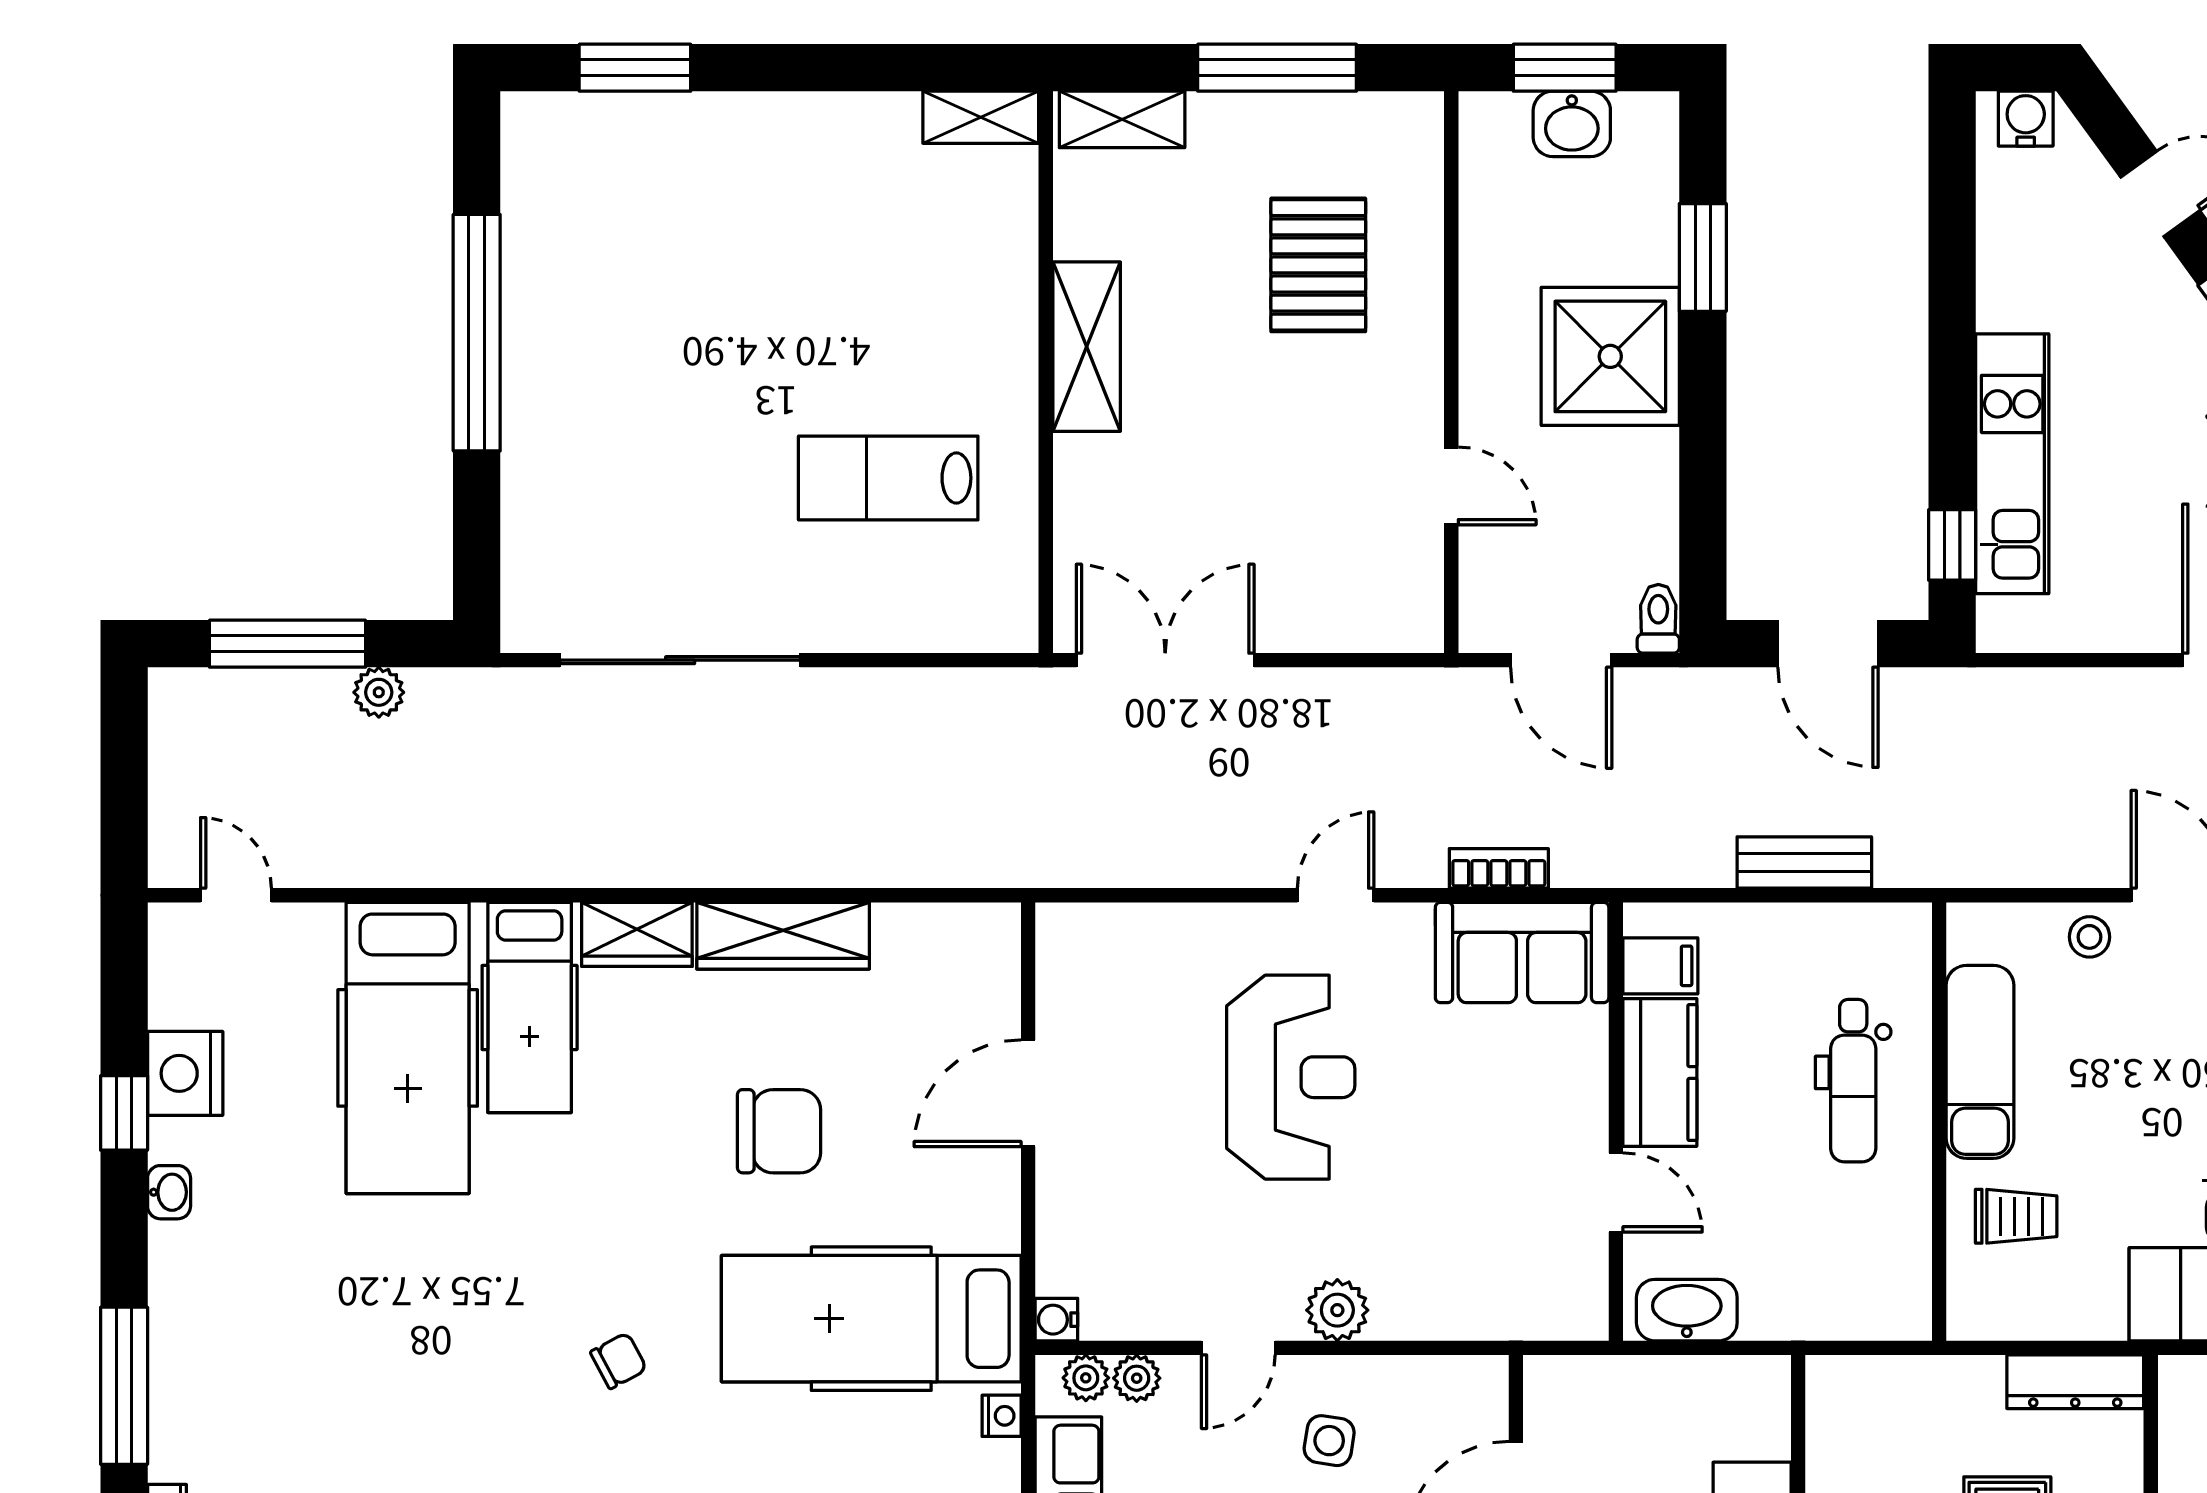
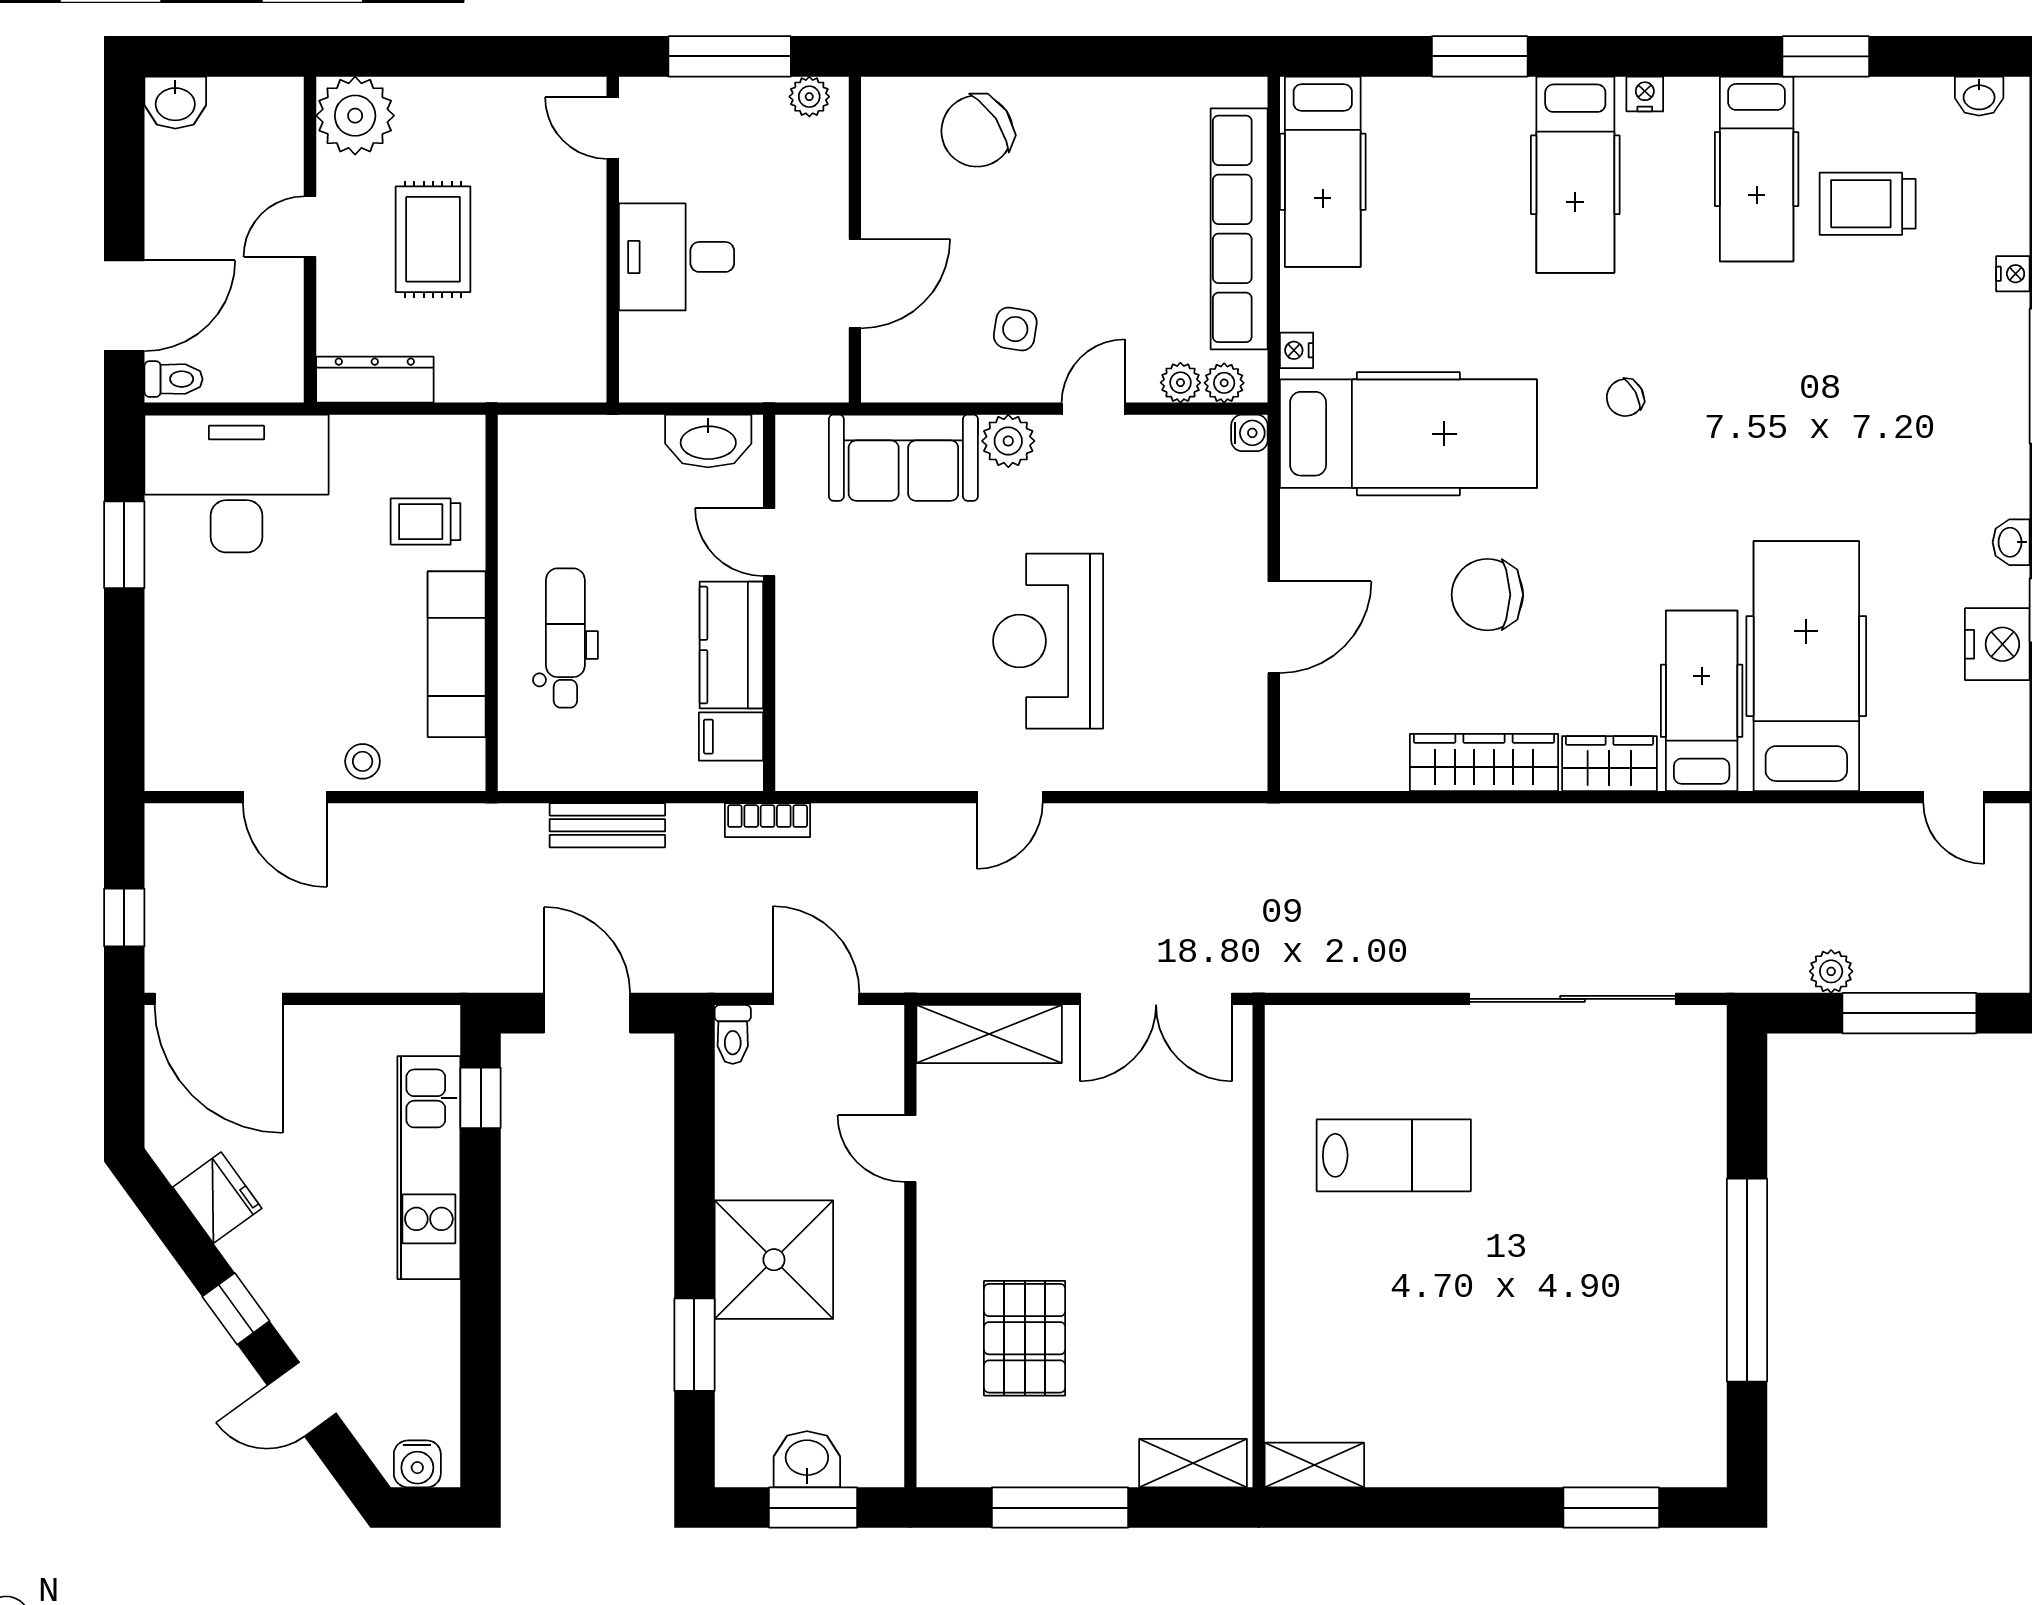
shelving: (1087, 347) -> (989, 1034), moved, turned 90
bookcase: (1499, 868) -> (768, 820), moved
sofa: (1522, 953) -> (903, 458), moved, turned 180

